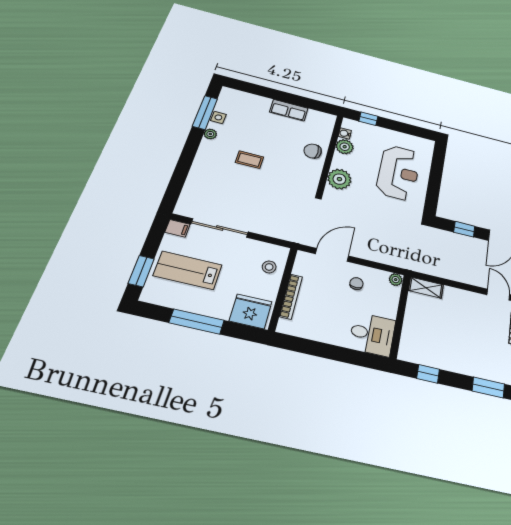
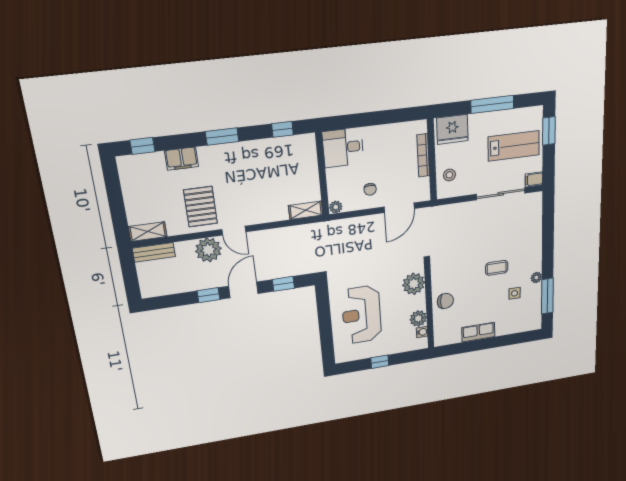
side table: (218, 117) -> (515, 293), moved
window: (368, 119) -> (380, 362), moved

